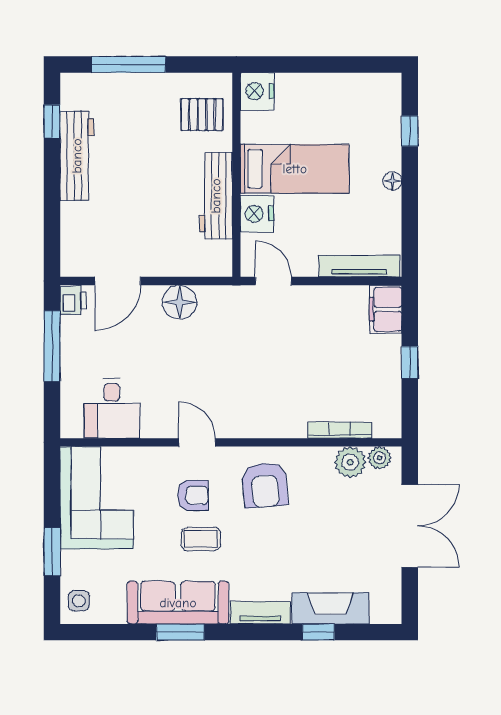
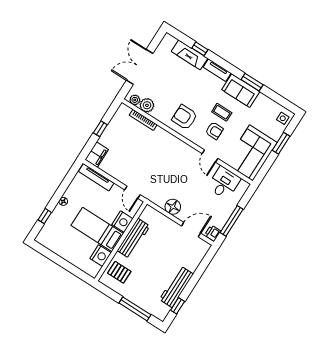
nightstand: (257, 91) -> (101, 256), moved
door: (197, 442) -> (210, 156), moved
armchair: (265, 485) -> (185, 117), turned -85
armchair: (193, 495) -> (214, 131), turned 180
sofa: (178, 603) -> (241, 91), width x0.73

